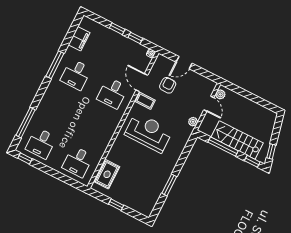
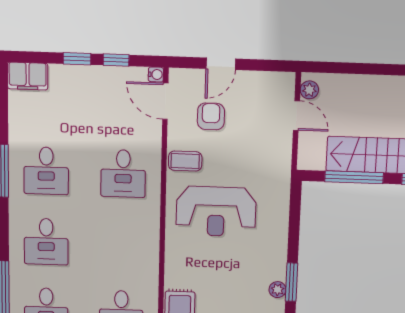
filing cabinet: (79, 39) -> (28, 76), moved, turned 90
door: (142, 83) -> (165, 101), moved
desk: (58, 109) -> (46, 242), added
plant: (193, 122) -> (277, 290), moved
reception desk: (149, 132) -> (216, 211), turned 180

